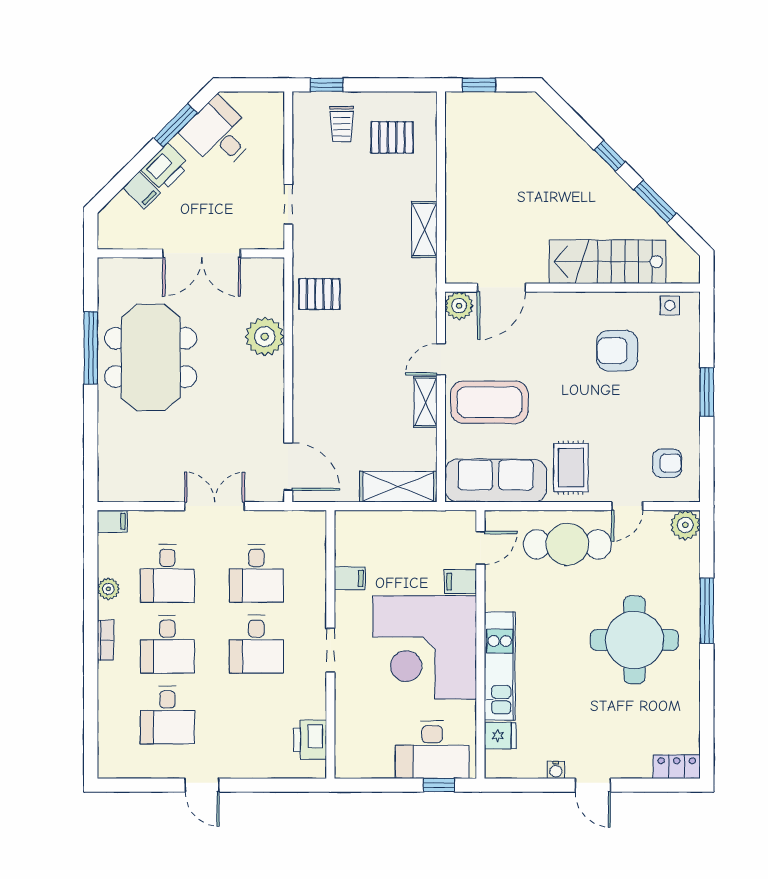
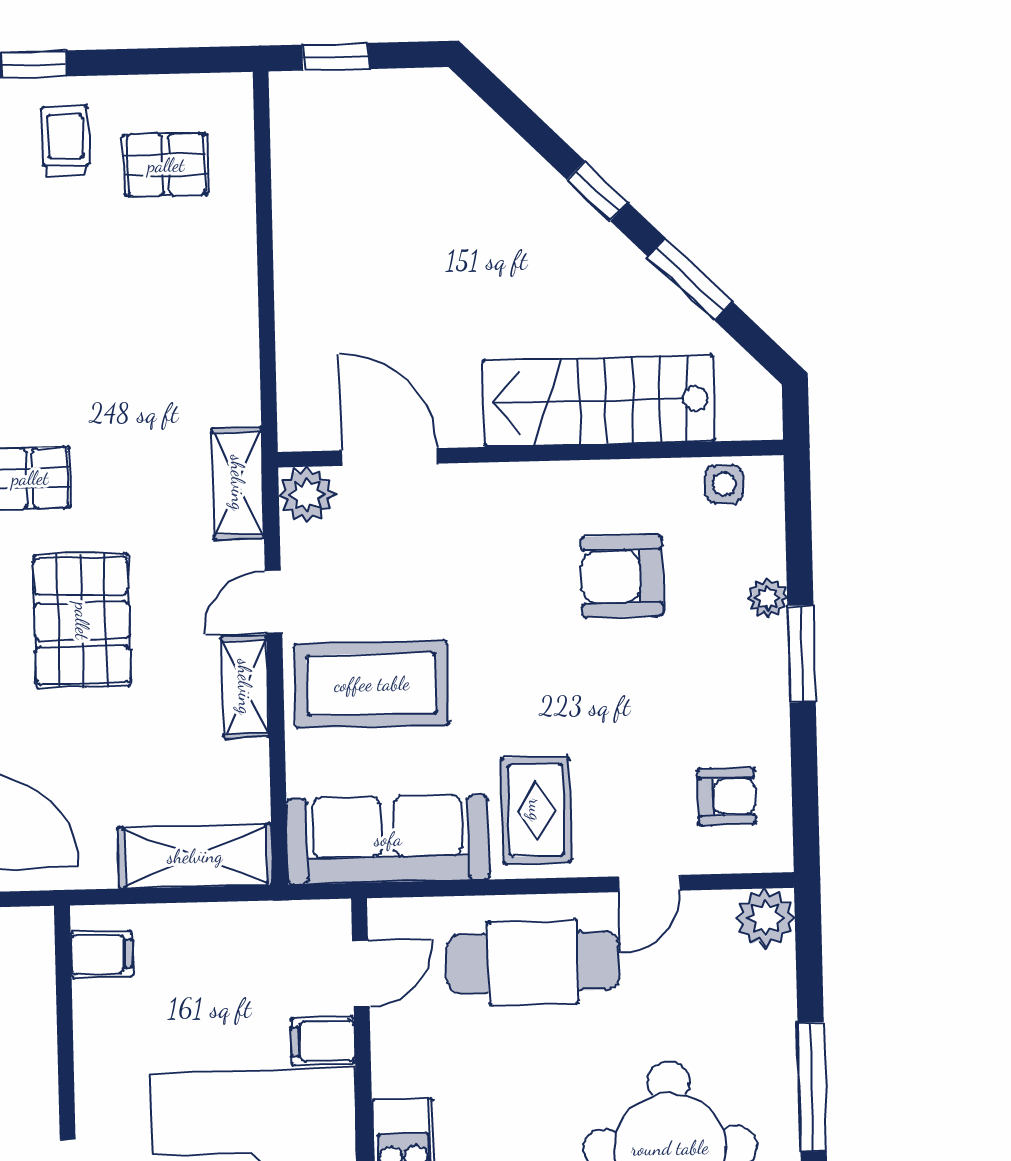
trolley: (342, 124) -> (65, 141), turned 180
shelving: (424, 230) -> (238, 483), moved
door: (501, 288) -> (390, 457), swing flipped
plant: (690, 363) -> (768, 598), added
pallet: (344, 366) -> (82, 621), added
filing cabinet: (350, 578) -> (102, 954), moved

